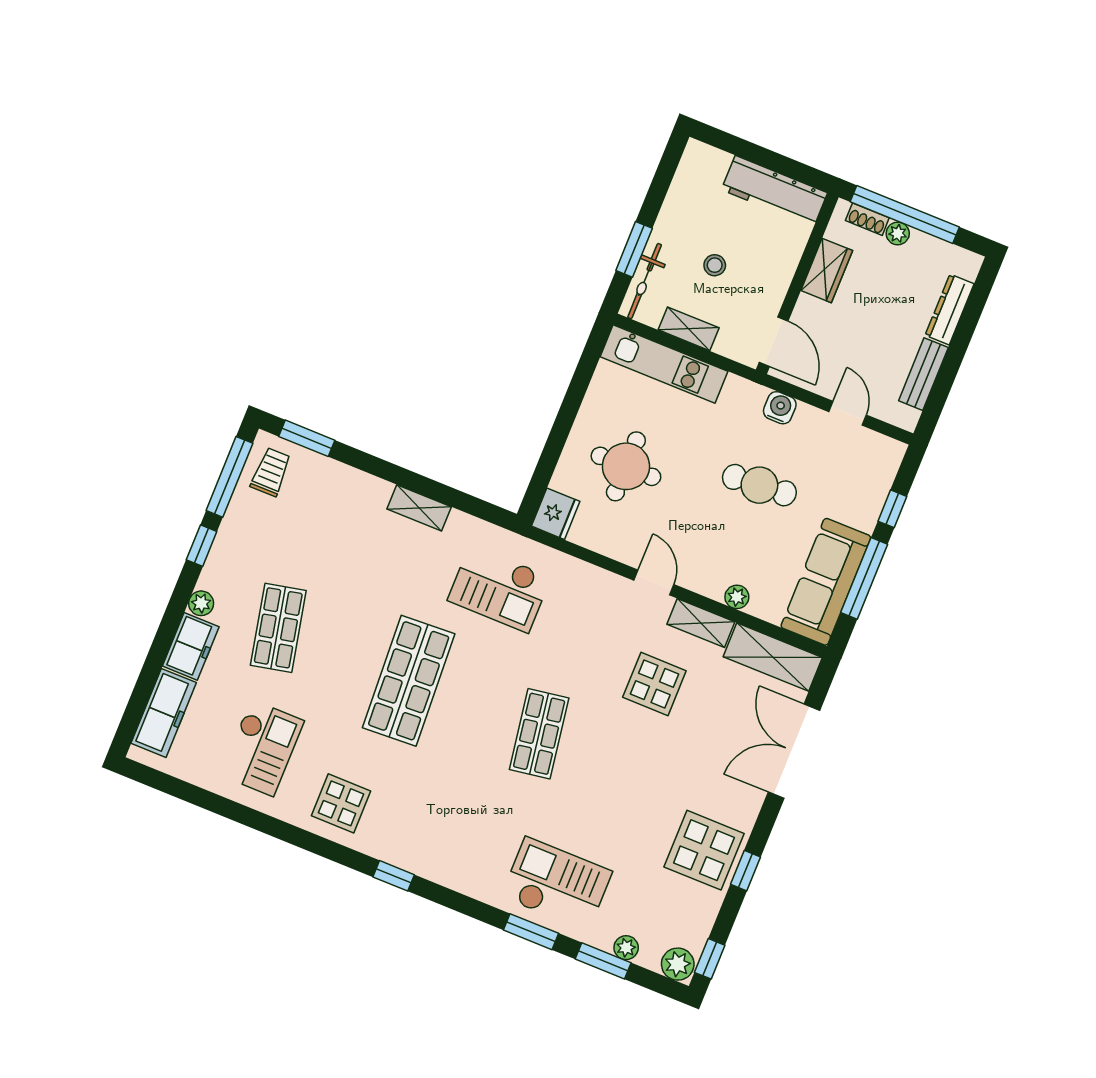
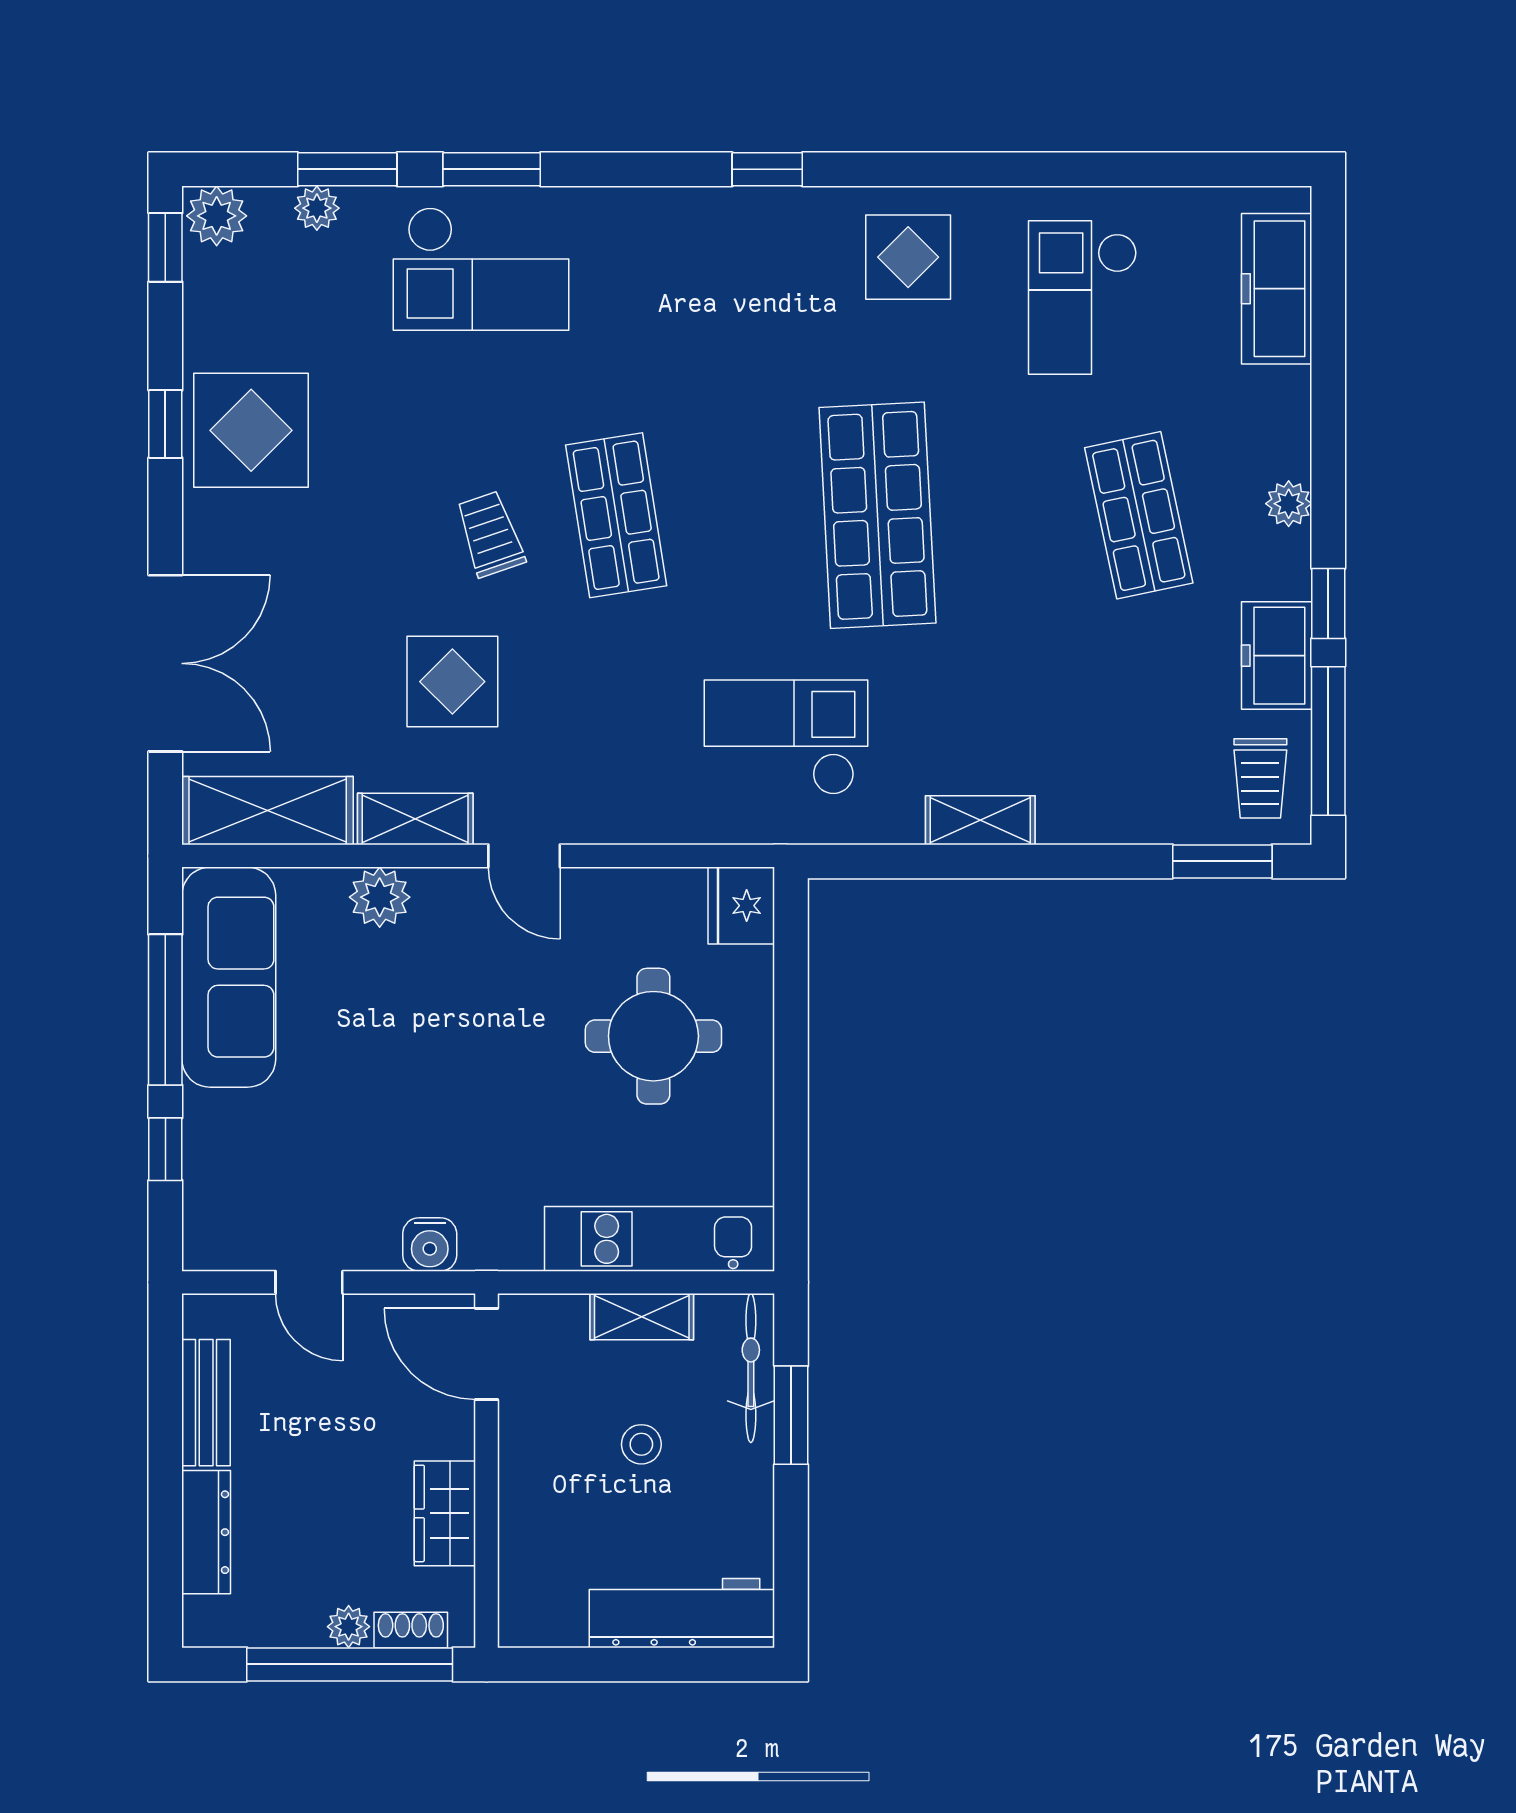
workbench: (774, 191) -> (682, 1613), moved
cafe table: (759, 485) -> (411, 1097), removed
plant: (737, 597) -> (380, 897), width x1.38, depth x1.38
freezer: (191, 646) -> (1277, 656), moved
trolley: (606, 750) -> (490, 534), added

